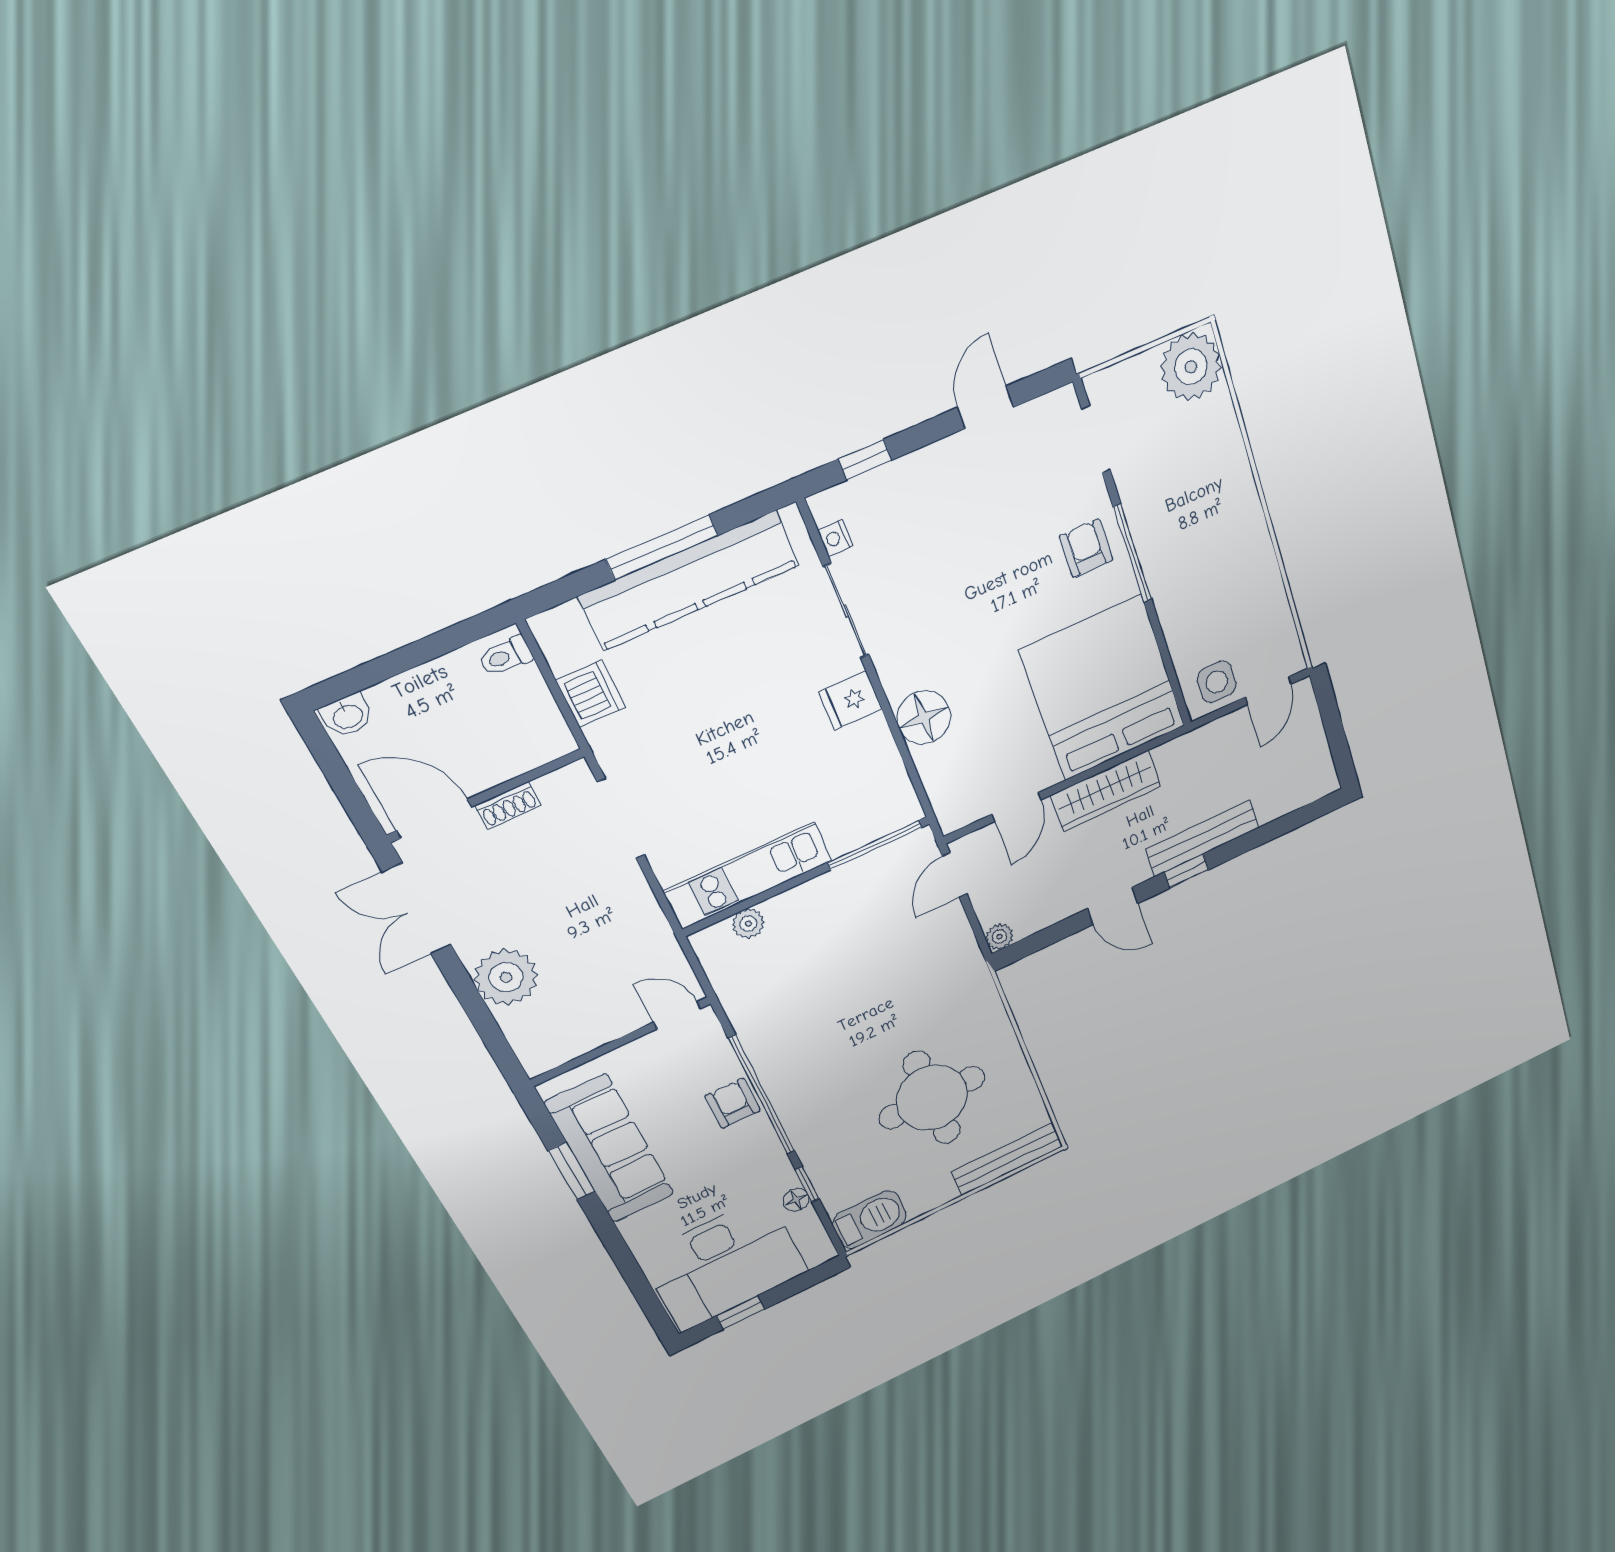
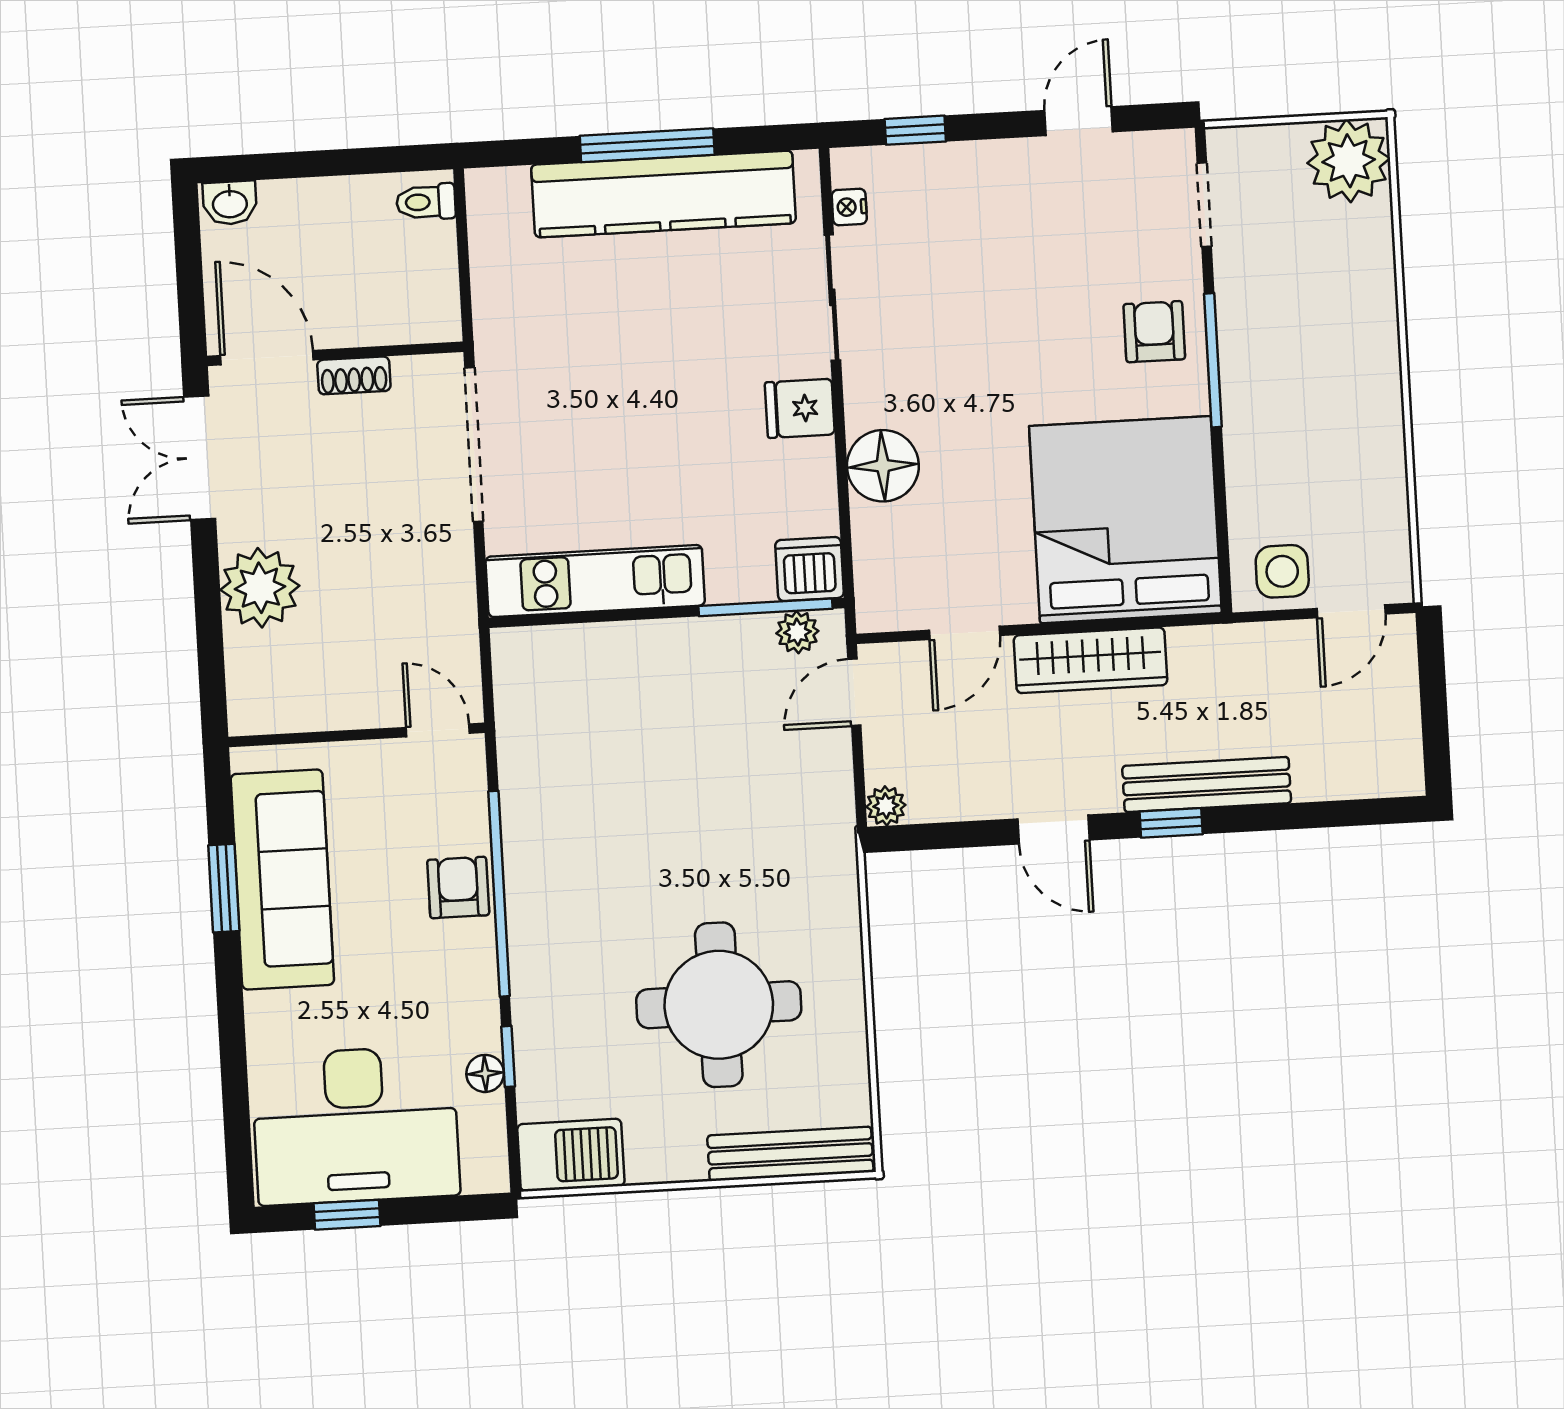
dishwasher: (591, 694) -> (809, 569), moved, turned -90
doorway: (621, 819) -> (474, 445), width x1.36
plant: (748, 924) -> (797, 632), moved

